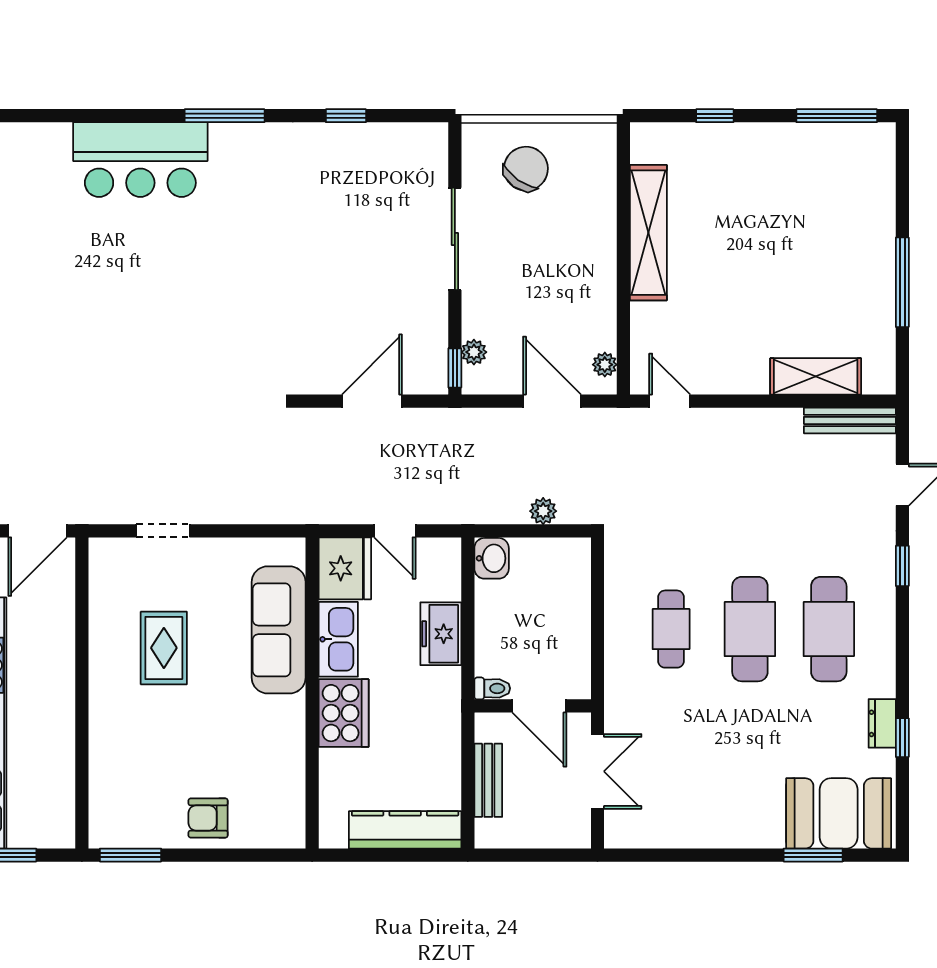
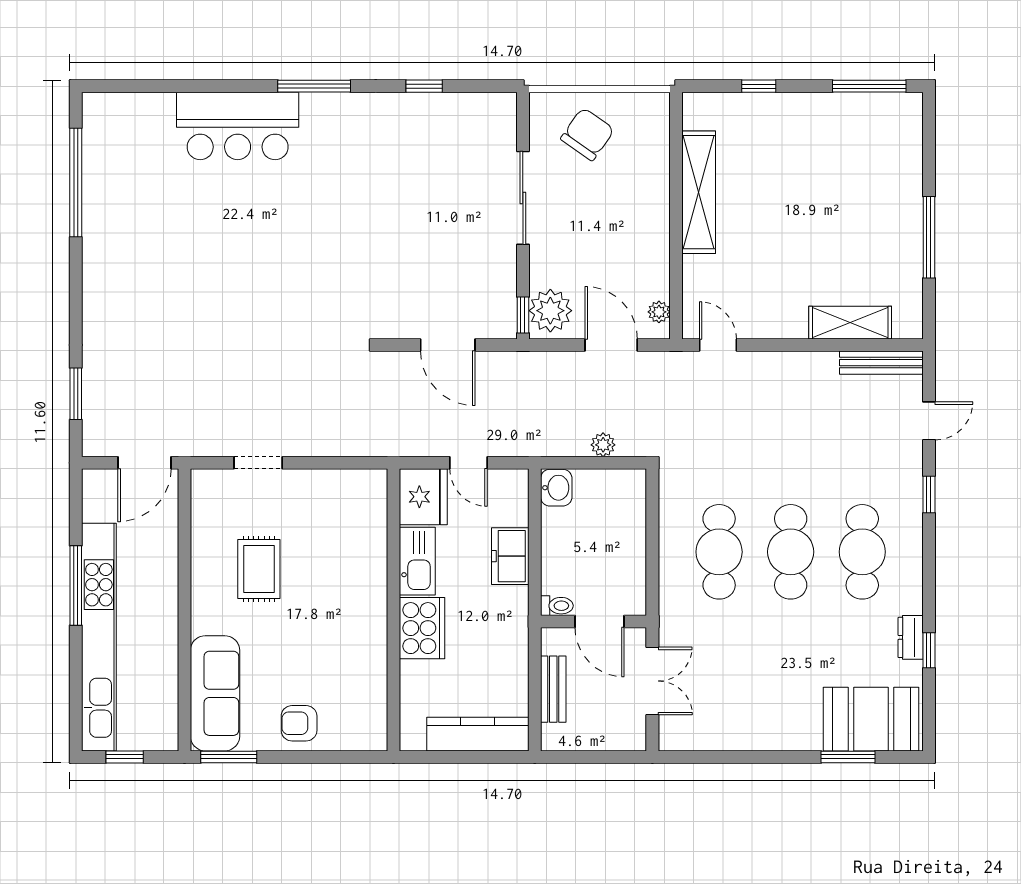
plant: (474, 352) -> (550, 311), width x1.87, depth x1.87
door: (372, 401) -> (448, 345), swing flipped
cafe table: (671, 629) -> (719, 552), width x1.37, depth x1.35
sofa: (279, 630) -> (215, 693), moved, turned 180

